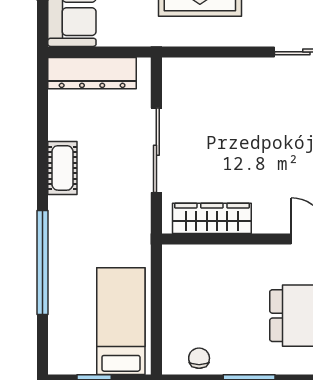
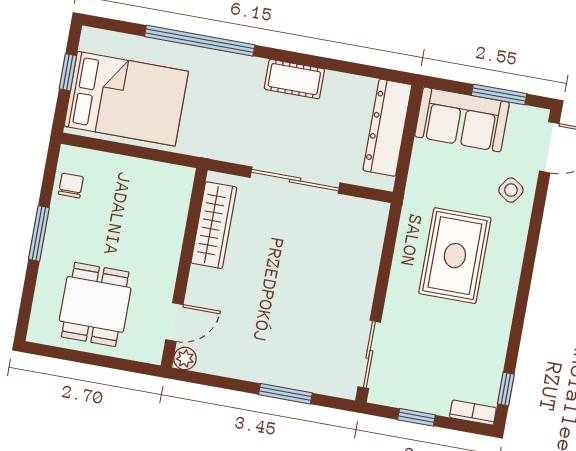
bed: (121, 321) -> (126, 99), width x1.50
chair: (199, 358) -> (71, 186), turned -90

